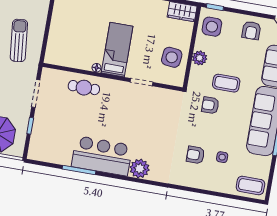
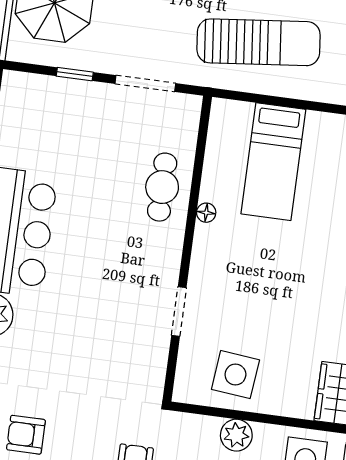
sun lounger: (19, 40) -> (259, 42), width x1.36, depth x1.34
bed: (117, 50) -> (273, 162), moved, turned 90
armchair: (196, 155) -> (26, 435), turned -90

